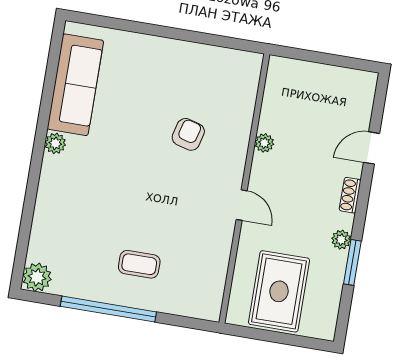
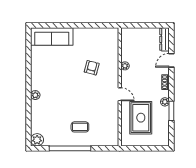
sofa: (75, 85) -> (52, 37), moved, turned 90
dresser: (364, 98) -> (164, 39), added
plant: (55, 143) -> (35, 95), moved
rug: (279, 291) -> (141, 118), moved

